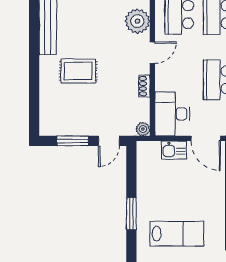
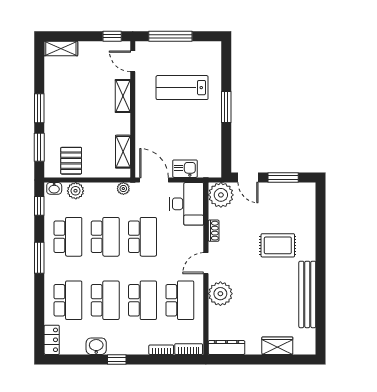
plant: (143, 129) -> (221, 195), width x1.87, depth x1.87
door: (109, 141) -> (248, 178), swing flipped

